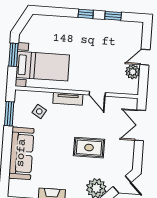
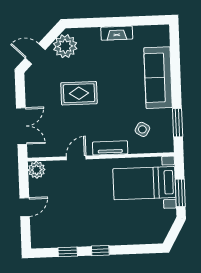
plant: (133, 72) -> (37, 170), moved
door: (97, 94) -> (76, 158), hinge flipped

